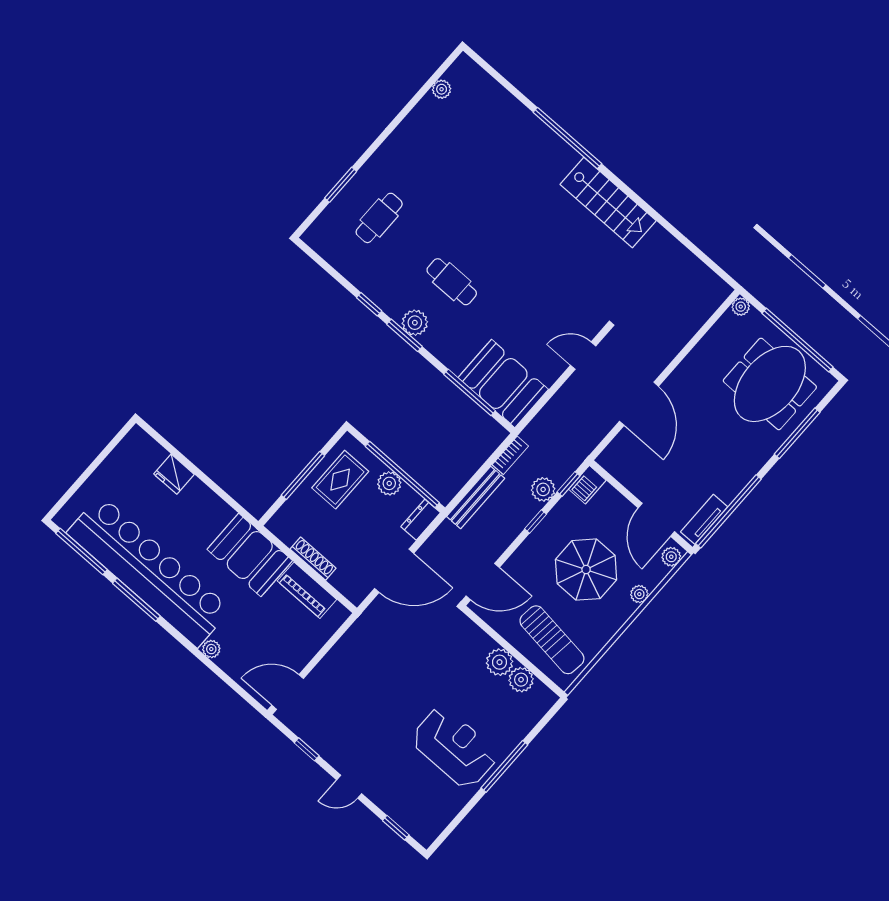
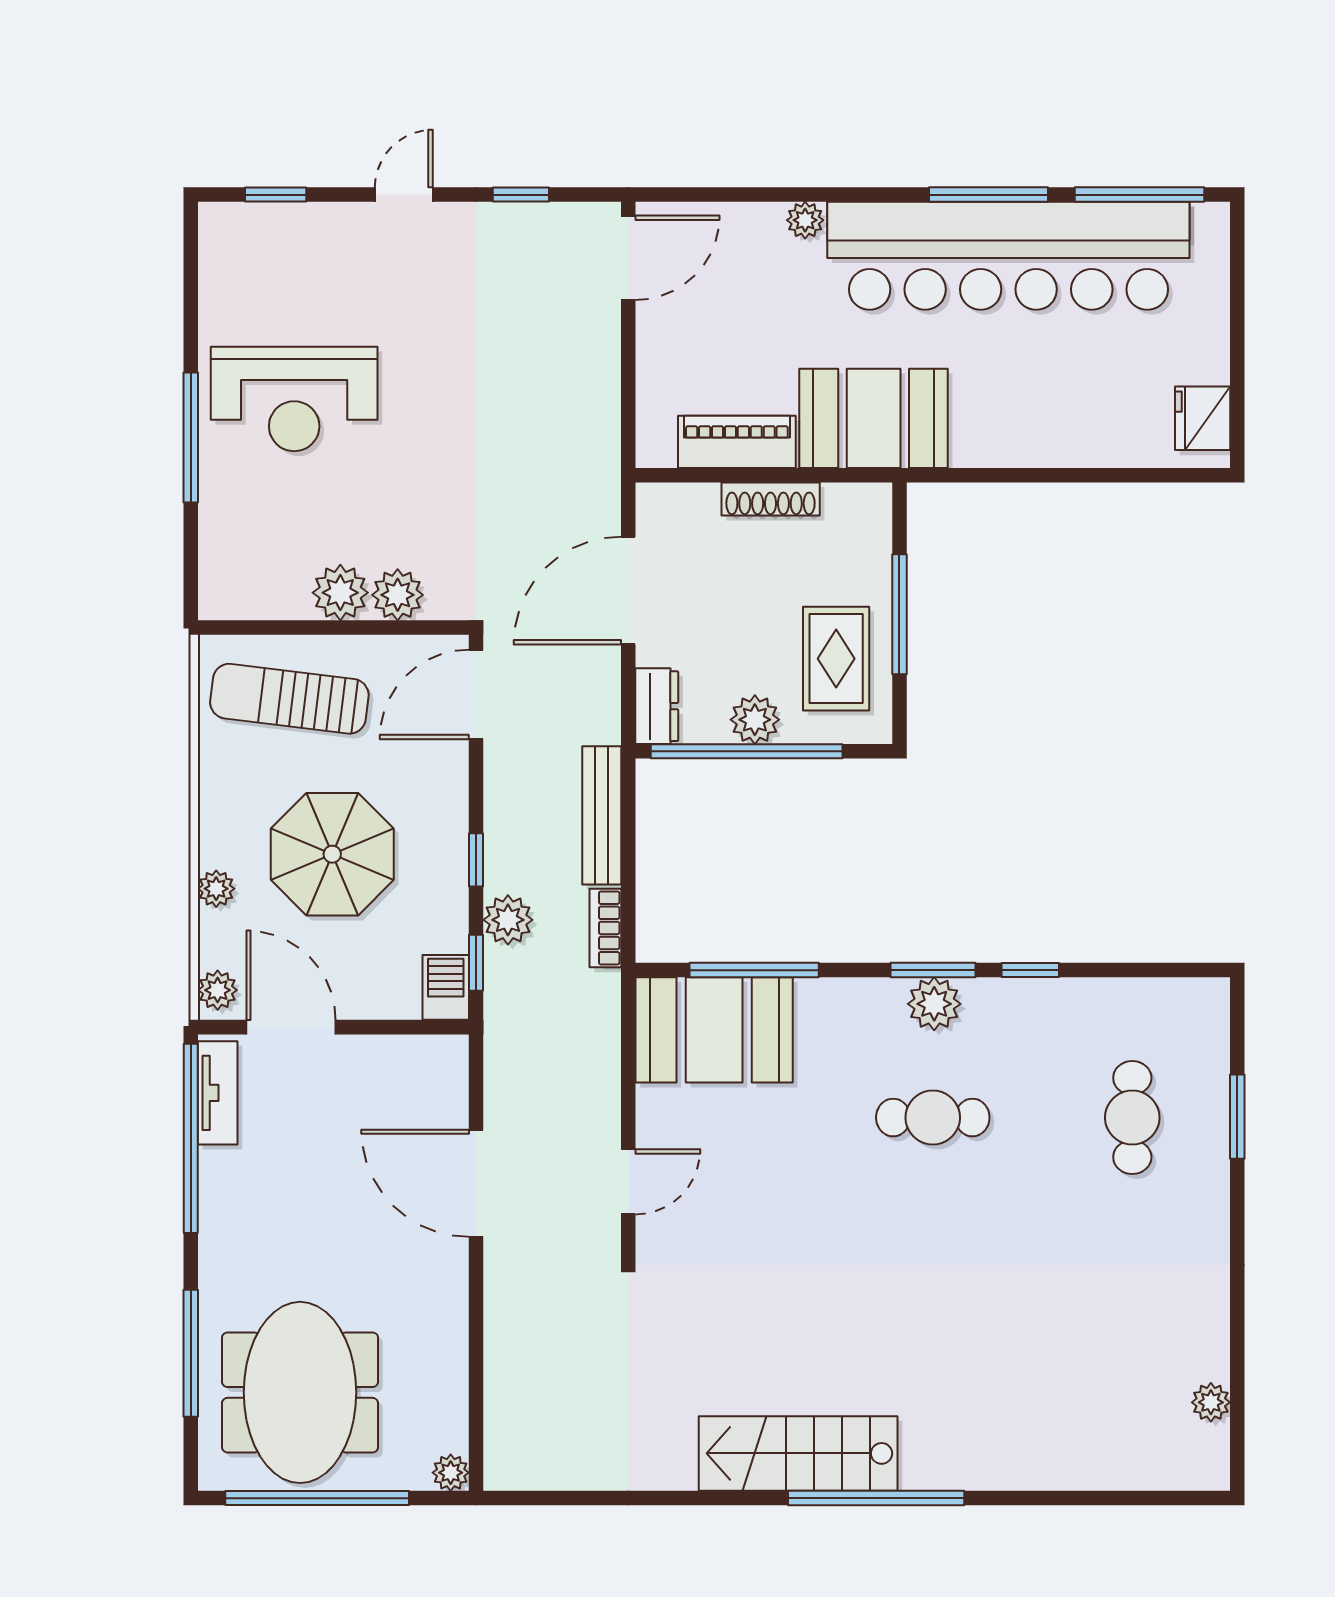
window: (568, 138) -> (876, 1498), moved
fridge: (174, 474) -> (1203, 418), moved, turned -90
plant: (521, 680) -> (398, 595), moved

